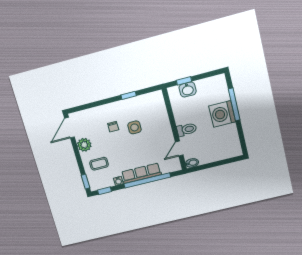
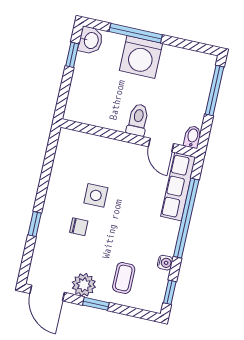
window: (184, 81) -> (72, 55), moved
washbasin: (188, 89) -> (91, 40), moved
window: (129, 95) -> (35, 224), moved
window: (223, 162) -> (214, 91), added
row of seats: (141, 173) -> (178, 187), moved
window: (86, 182) -> (96, 304), moved

